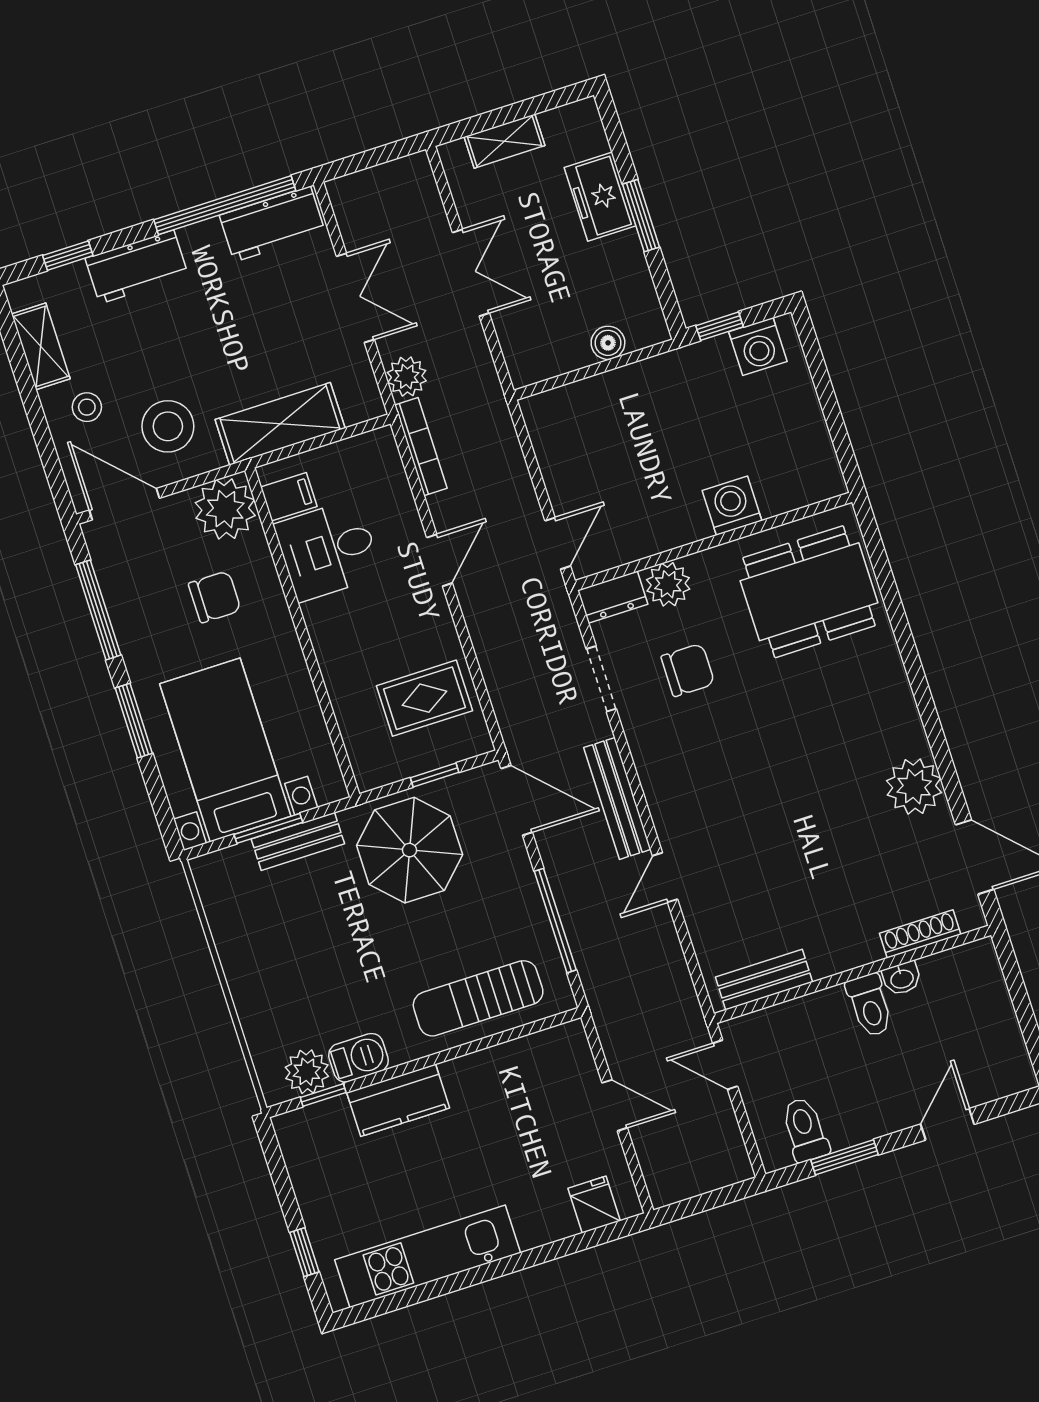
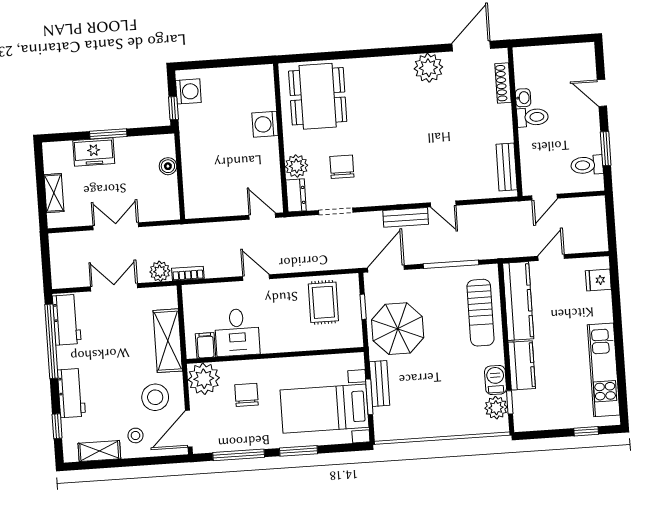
bookcase: (421, 447) -> (188, 273), width x0.64
bench: (617, 798) -> (406, 217), width x0.73
kitchen counter: (517, 1064) -> (518, 301), added

